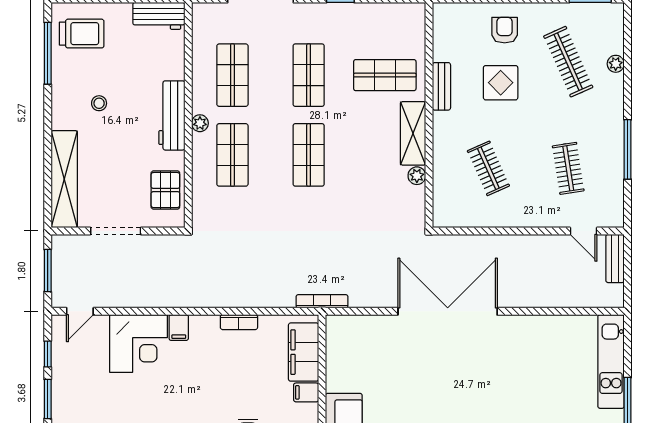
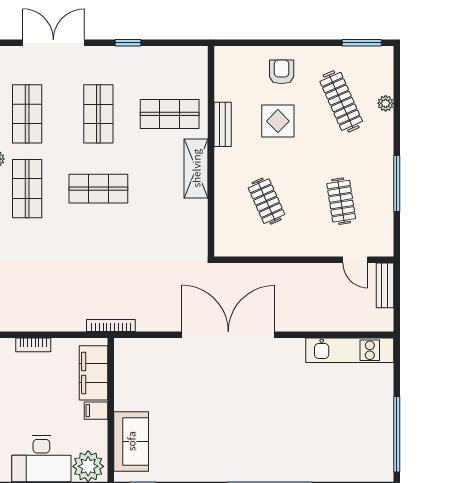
shop shelf: (309, 155) -> (98, 189), turned 90
plant: (417, 176) -> (200, 208), removed
kitchen unit: (611, 361) -> (350, 350), moved, turned -90

